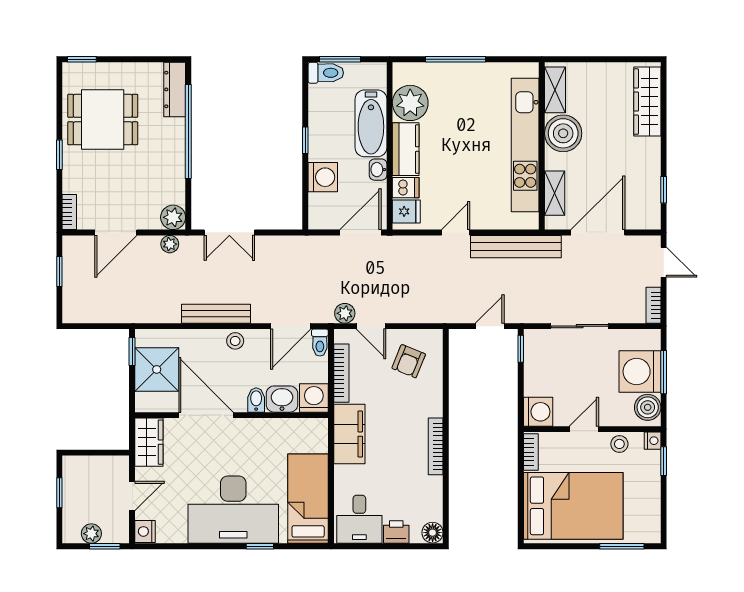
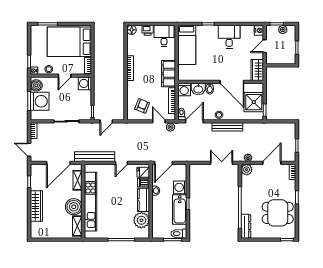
wardrobe: (647, 102) -> (36, 206), moved
bathtub: (371, 123) -> (180, 210), moved, turned 180
desk: (233, 510) -> (229, 37), width x0.53, depth x0.77

